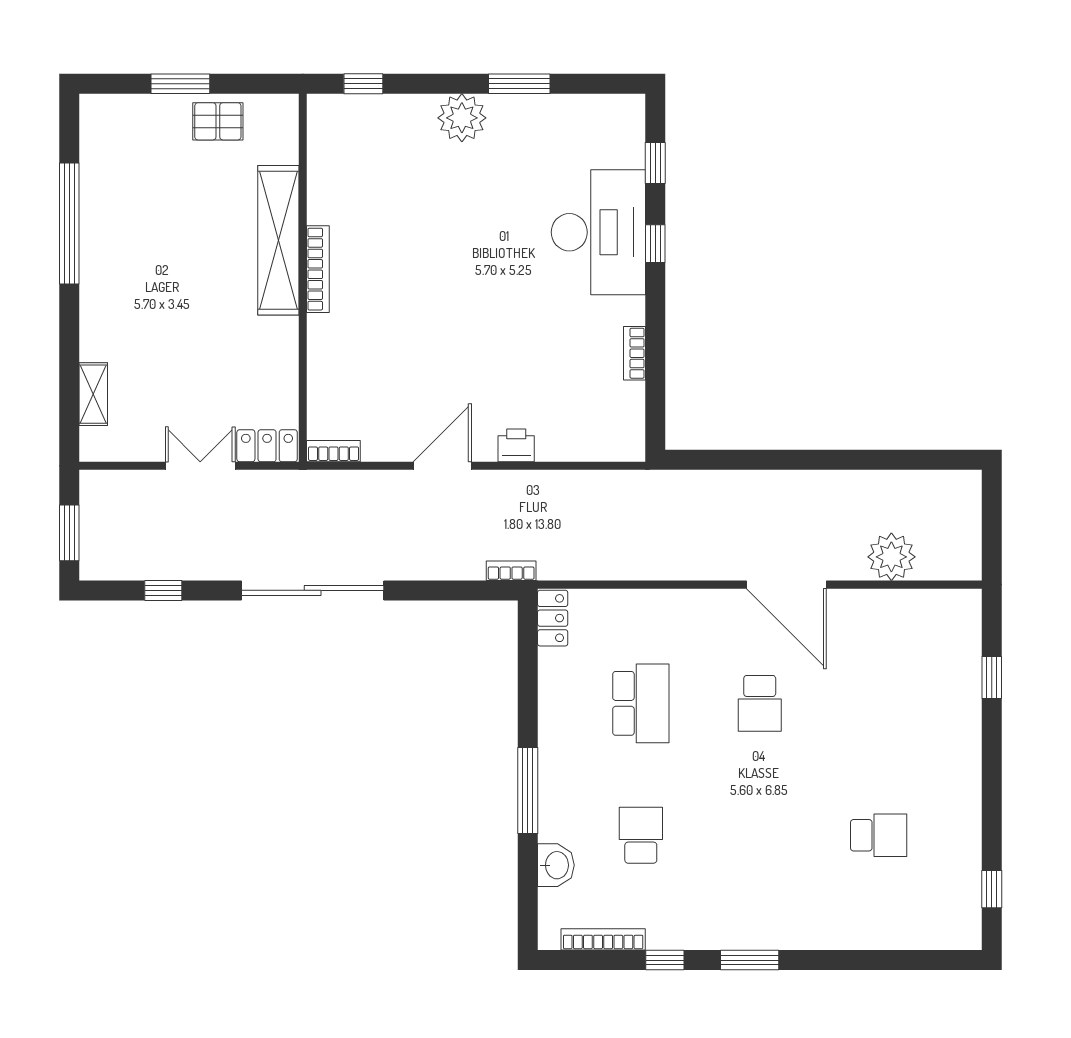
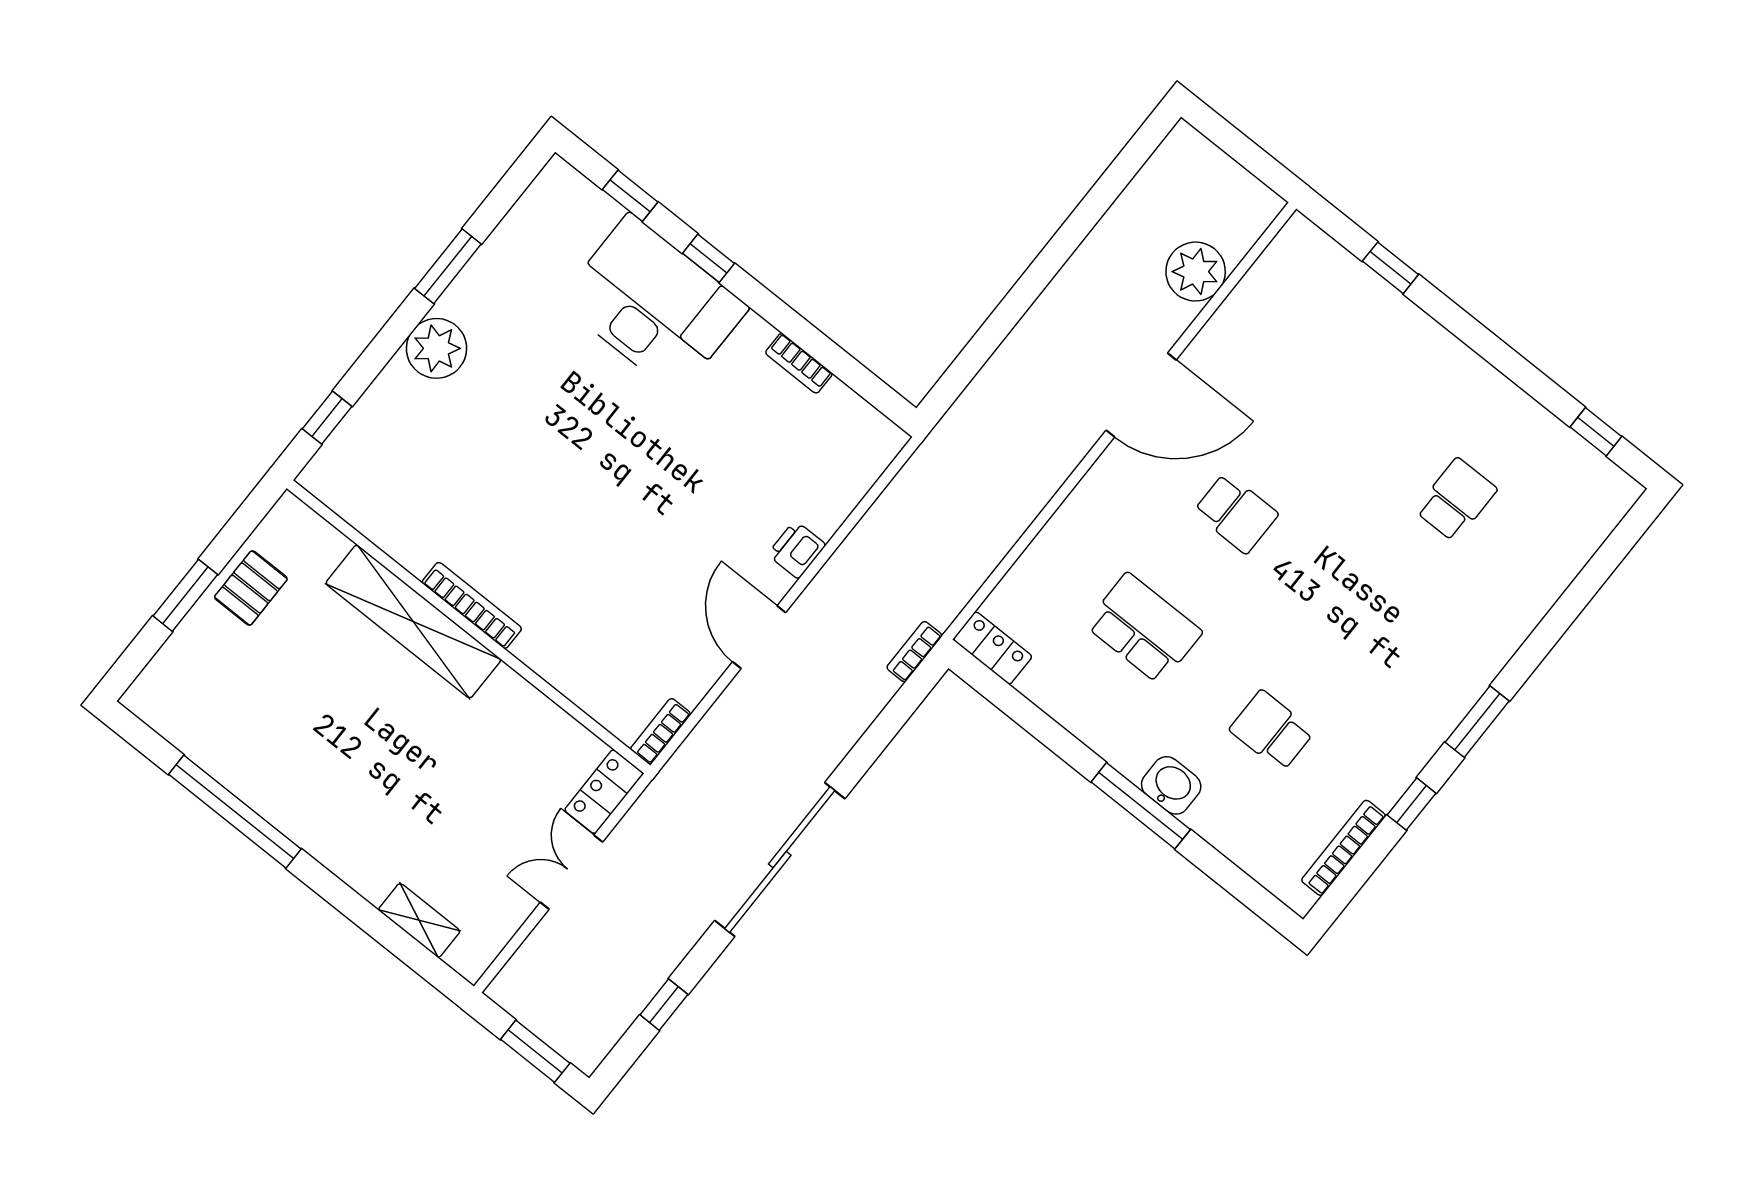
washbasin: (556, 865) -> (1171, 785), moved

